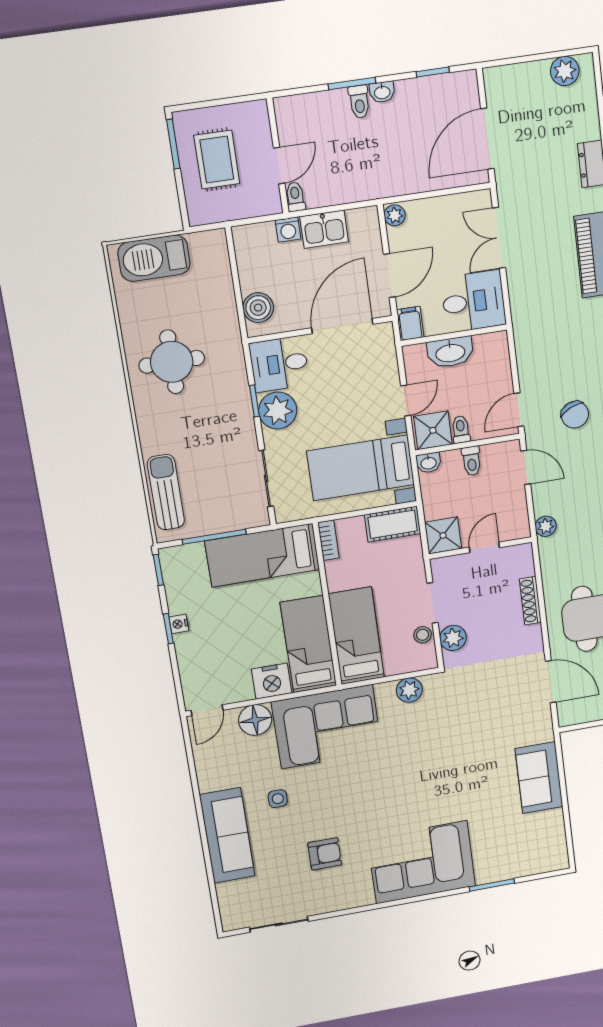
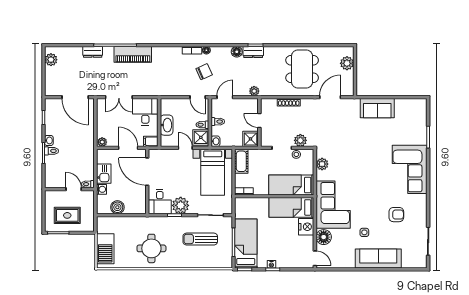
boiler: (258, 308) -> (117, 207), moved
sun lounger: (166, 492) -> (200, 239), moved
bed: (262, 555) -> (246, 243), moved, turned 180
armchair: (325, 854) -> (396, 215), turned 90

